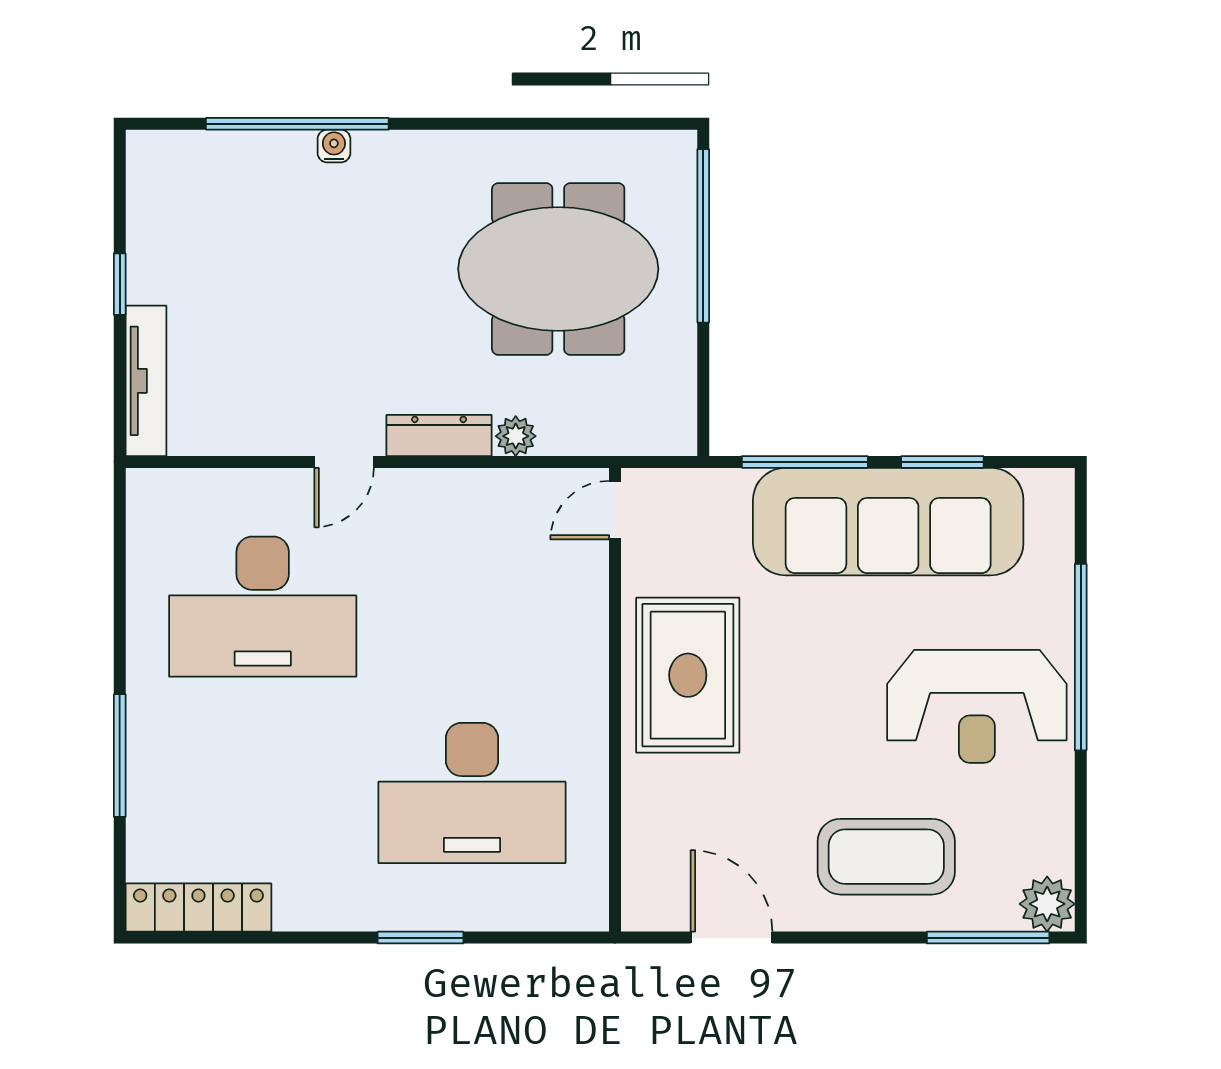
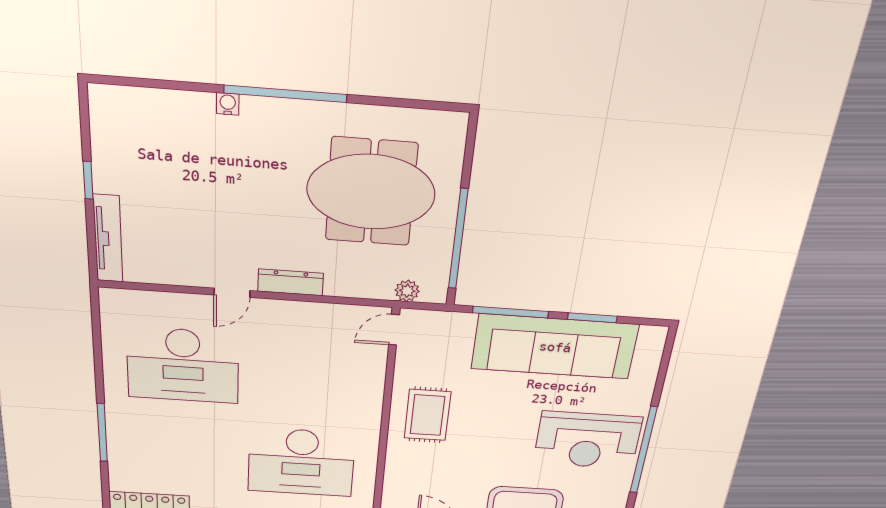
window: (297, 124) -> (285, 94), moved
window: (703, 236) -> (458, 239), moved
plant: (516, 436) -> (407, 291), moved
window: (1081, 657) -> (644, 450), moved
rug: (688, 675) -> (427, 415), width x0.73, depth x0.70

